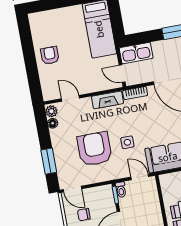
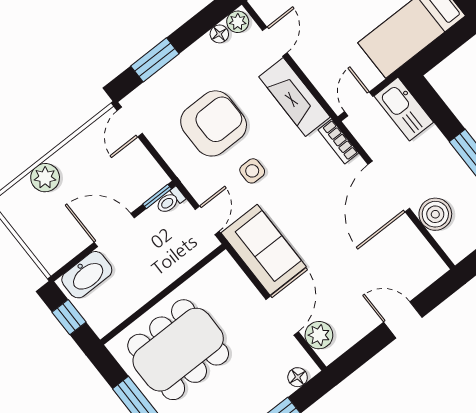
fireplace: (108, 100) -> (294, 97), width x1.37, depth x1.32
chair: (84, 215) -> (98, 162), removed

